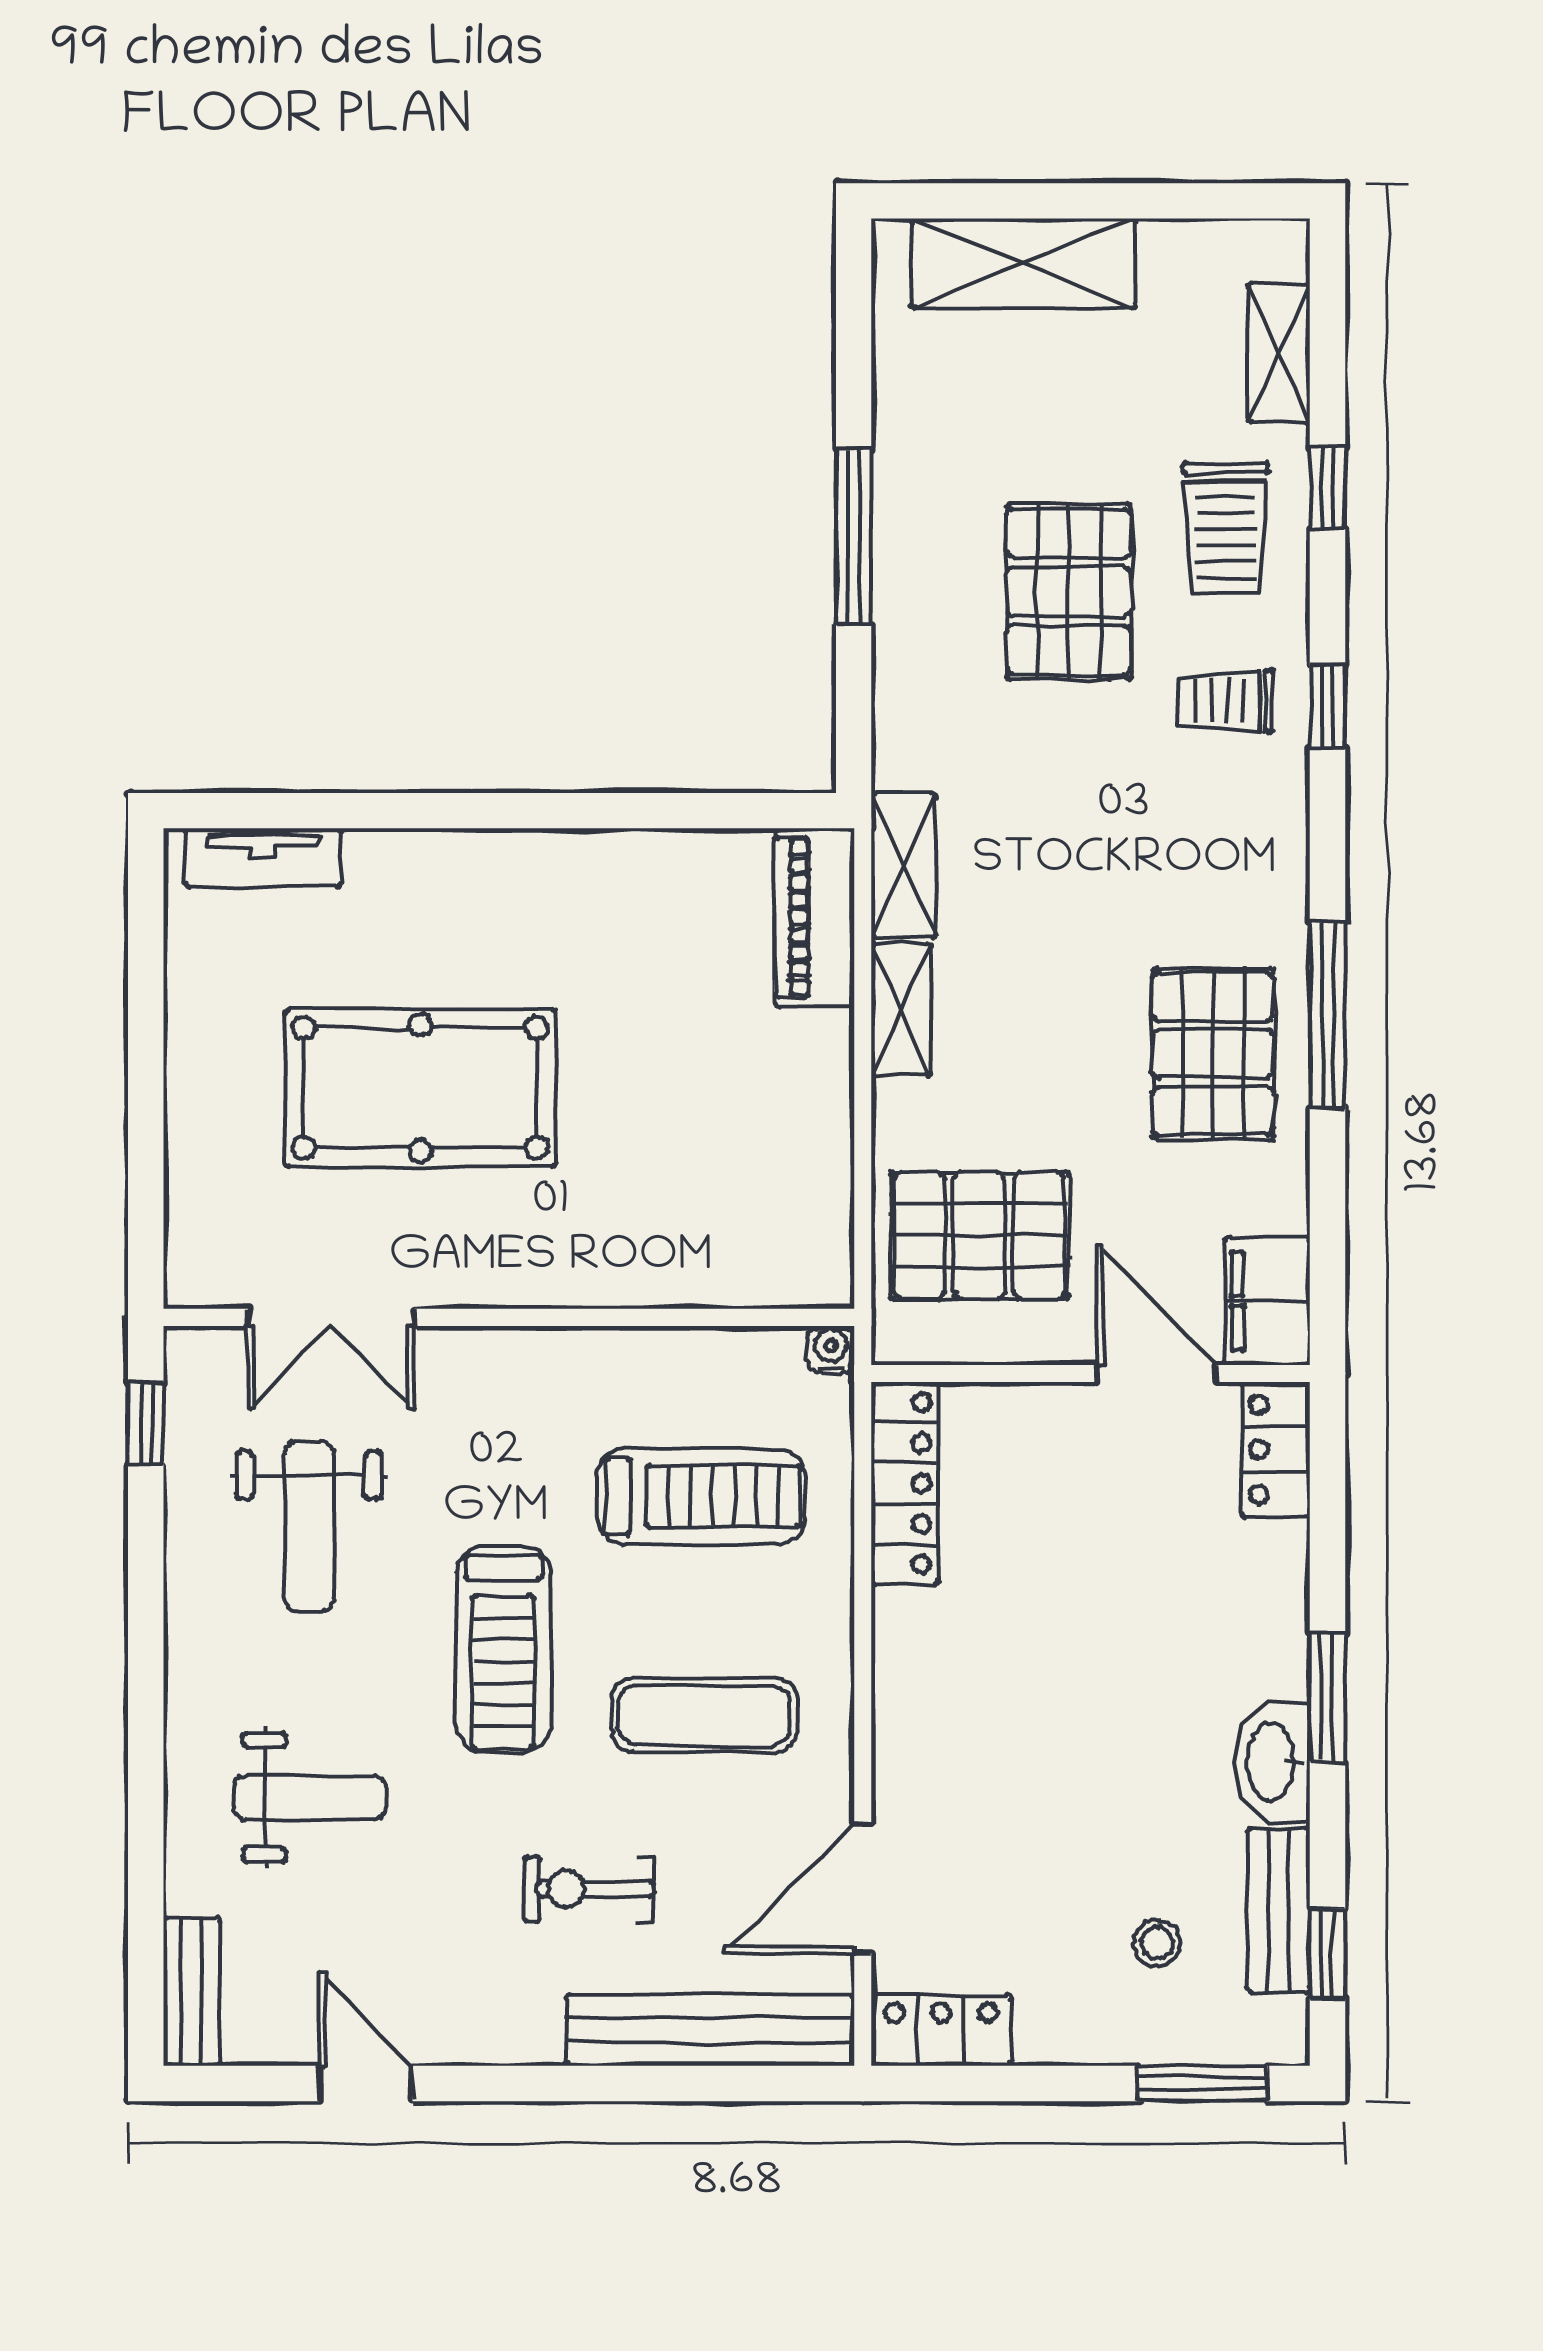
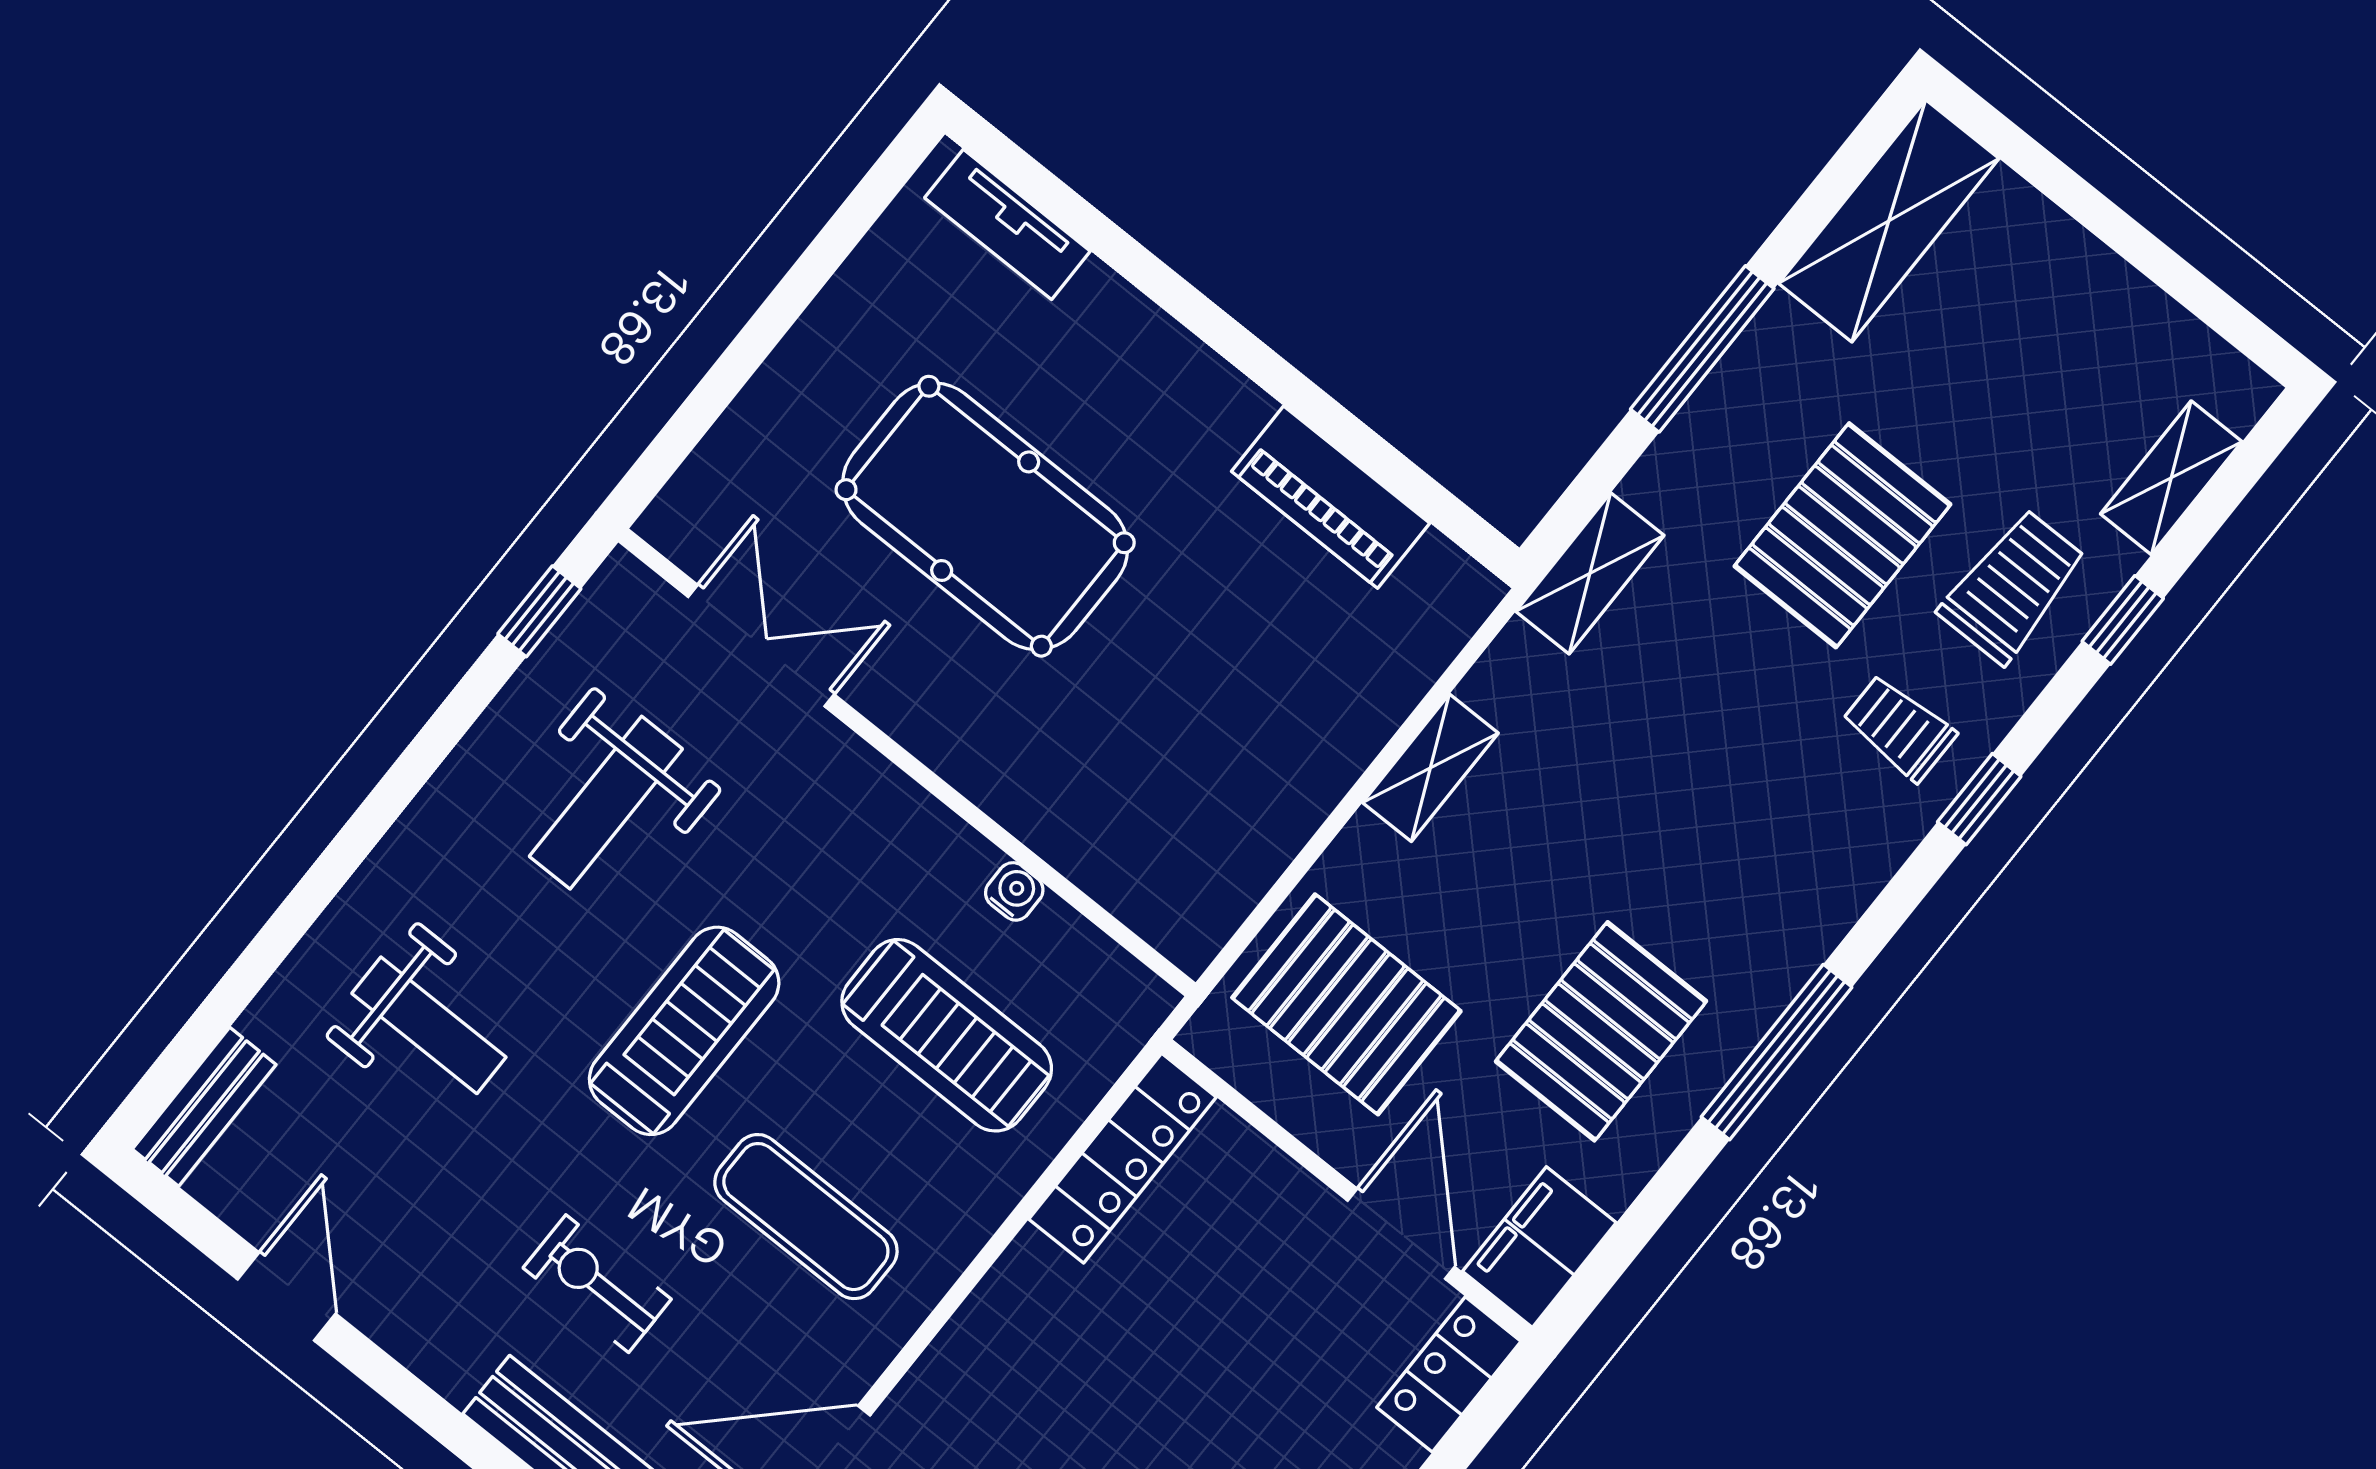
shelving: (1023, 263) -> (1889, 221), moved, turned 90
trolley: (1226, 528) -> (2013, 586), turned 180
shelving: (904, 865) -> (1590, 573), moved
piano: (814, 917) -> (1331, 497), moved, turned -90
pallet: (1213, 1054) -> (1601, 1031), moved
double door: (331, 1317) -> (761, 646), swing flipped
water cooler: (831, 1349) -> (1014, 891), moved
treadmill: (503, 1650) -> (684, 1031), turned 180

